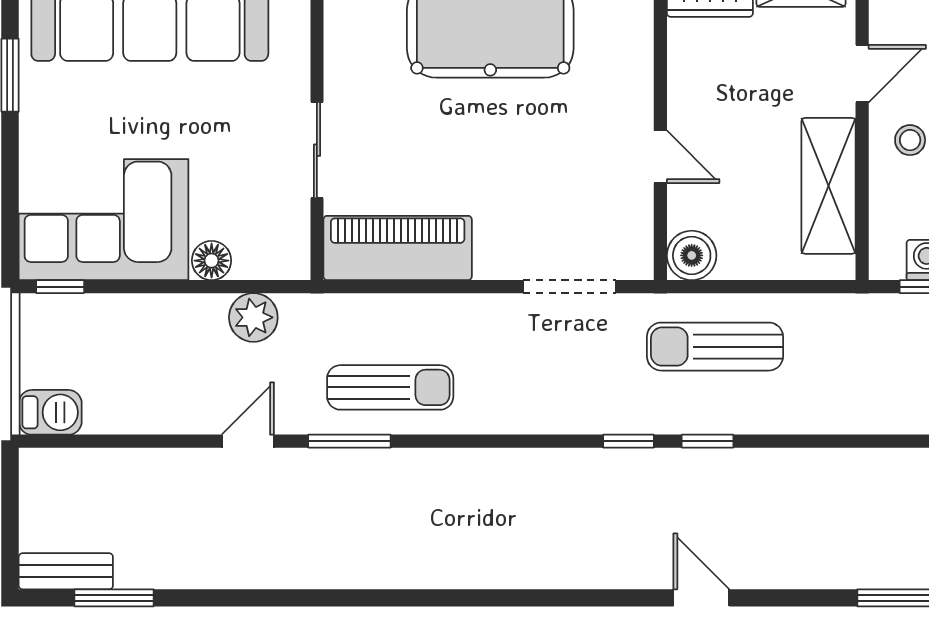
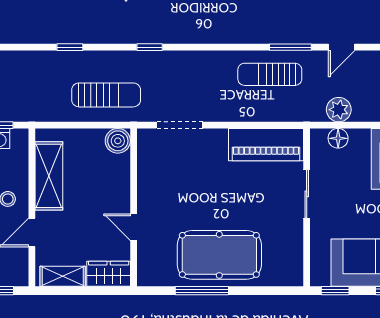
door: (660, 157) -> (134, 227), moved
floor lamp: (212, 261) -> (338, 138), moved
window: (708, 441) -> (70, 47), moved

